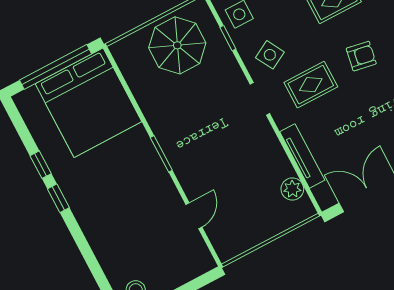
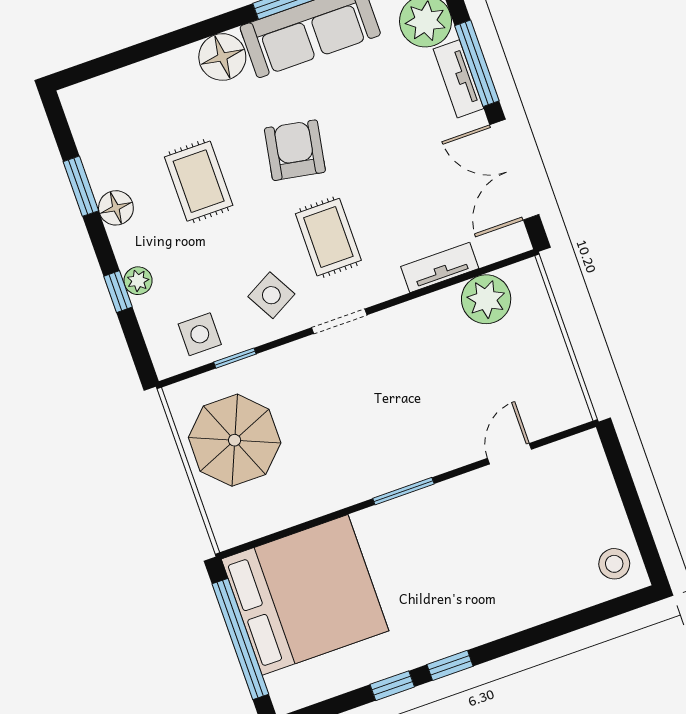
armchair: (361, 56) -> (295, 150), width x1.38, depth x1.38
tv unit: (302, 156) -> (440, 267), width x0.71
plant: (292, 189) -> (486, 299), width x1.36, depth x1.36
door: (194, 216) -> (509, 454), hinge flipped

